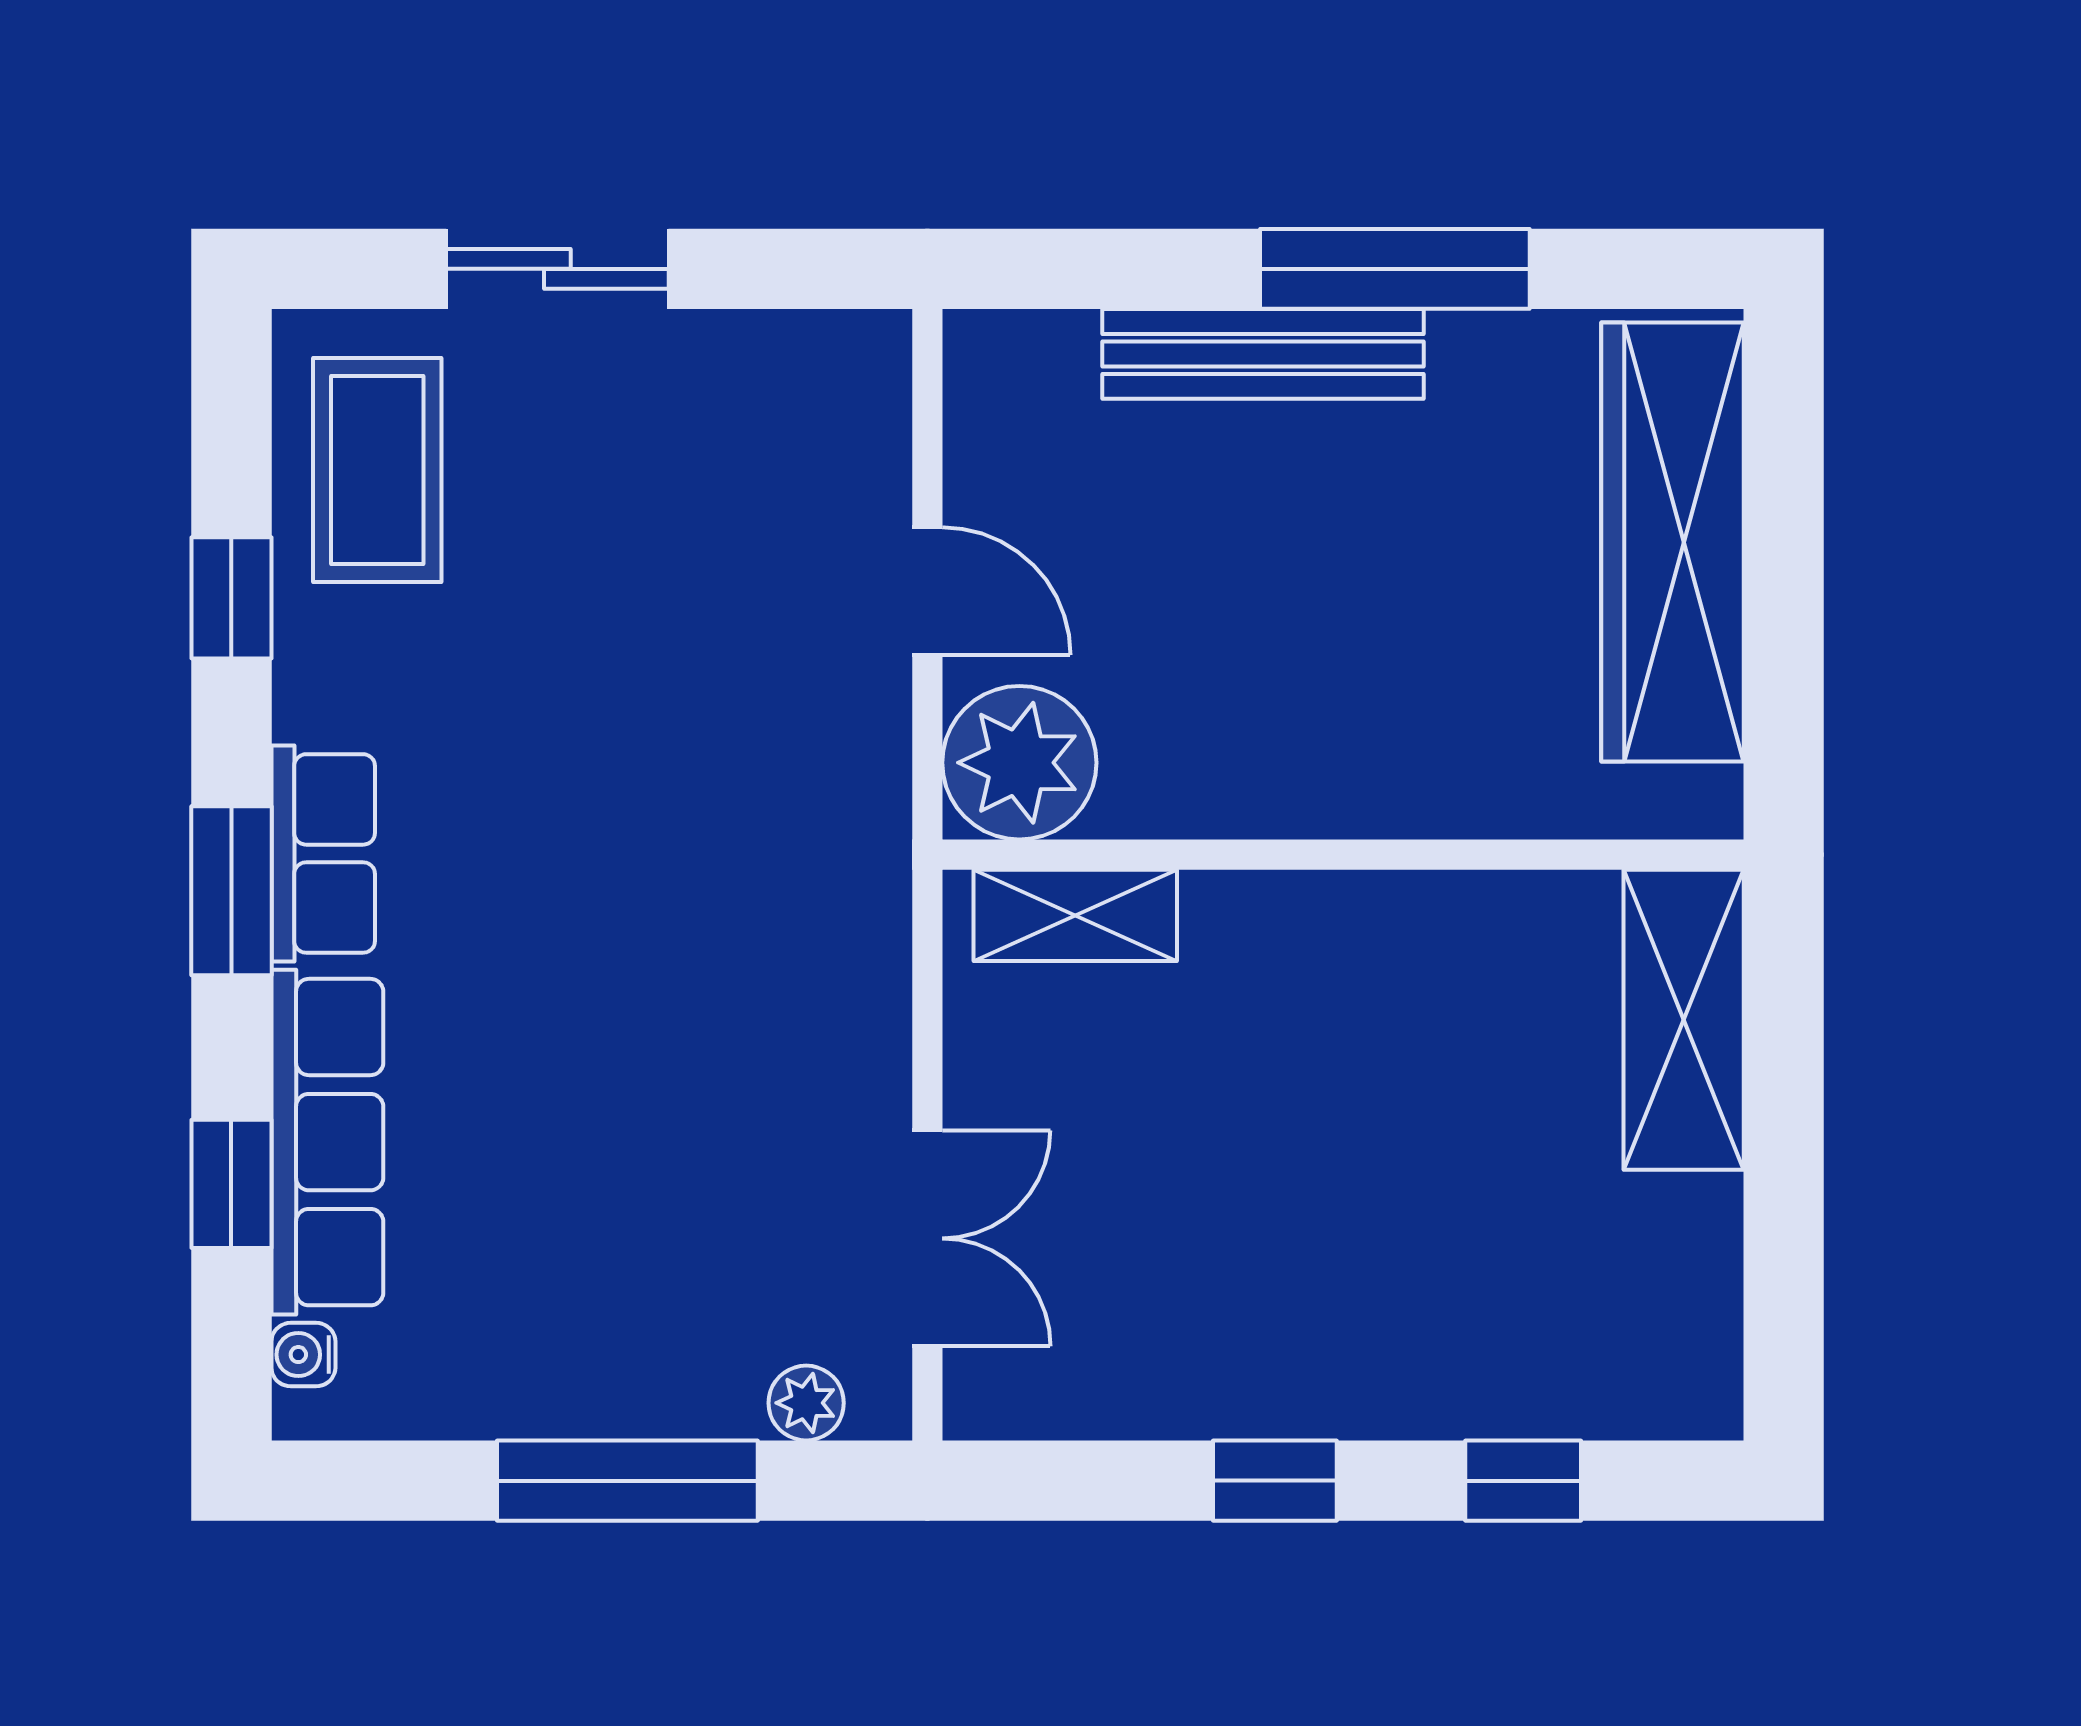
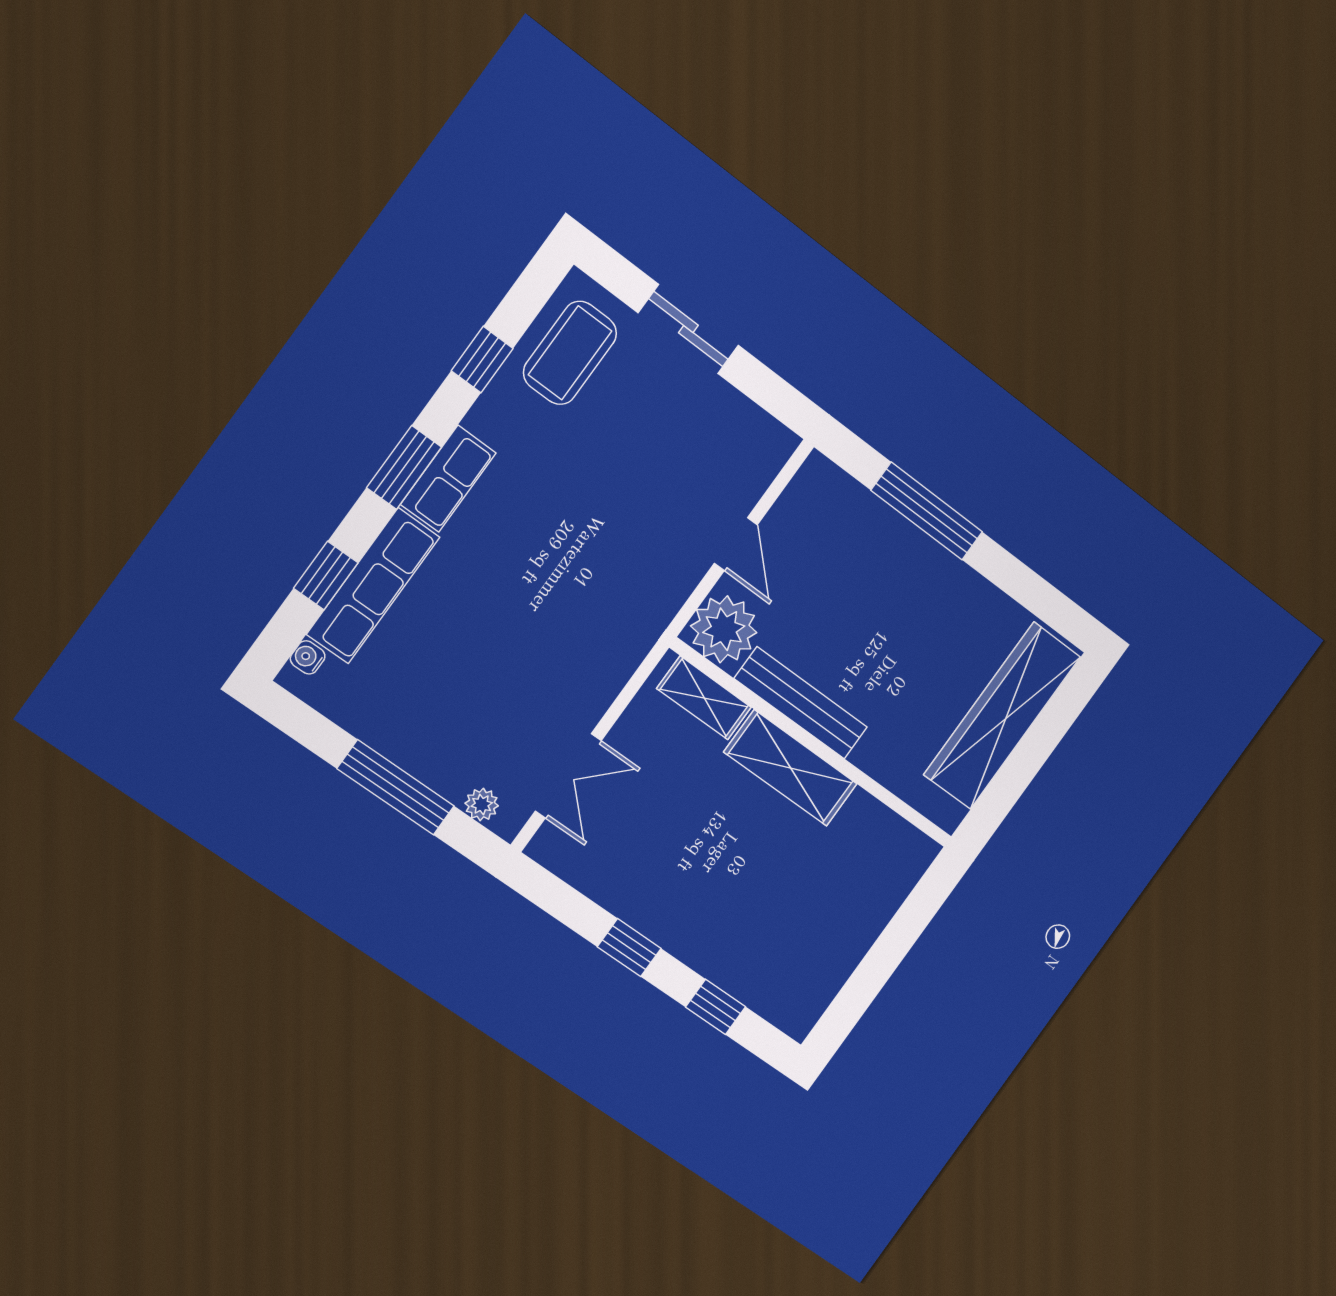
window: (1395, 269) -> (927, 511), moved
bench: (1263, 354) -> (801, 703), moved
shelving: (1684, 1020) -> (791, 768), moved, turned 90

